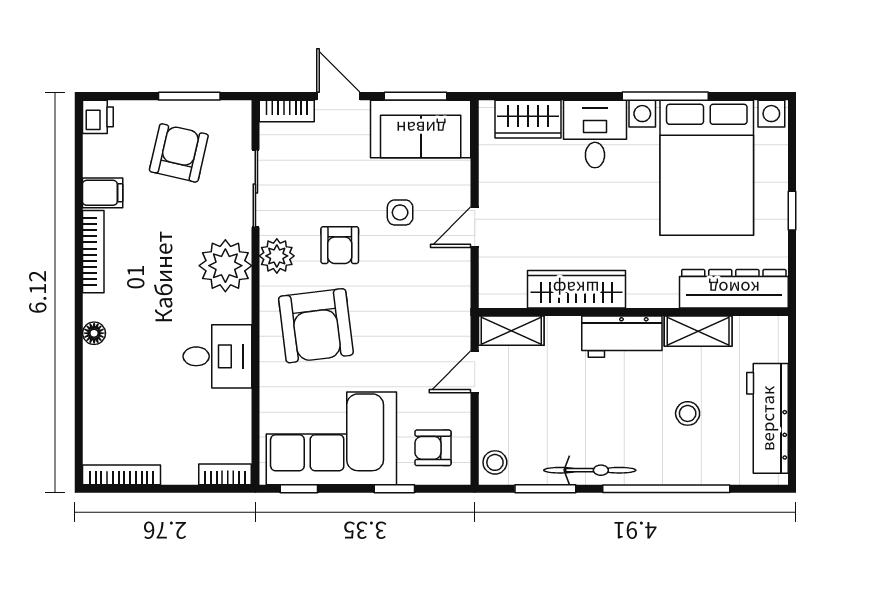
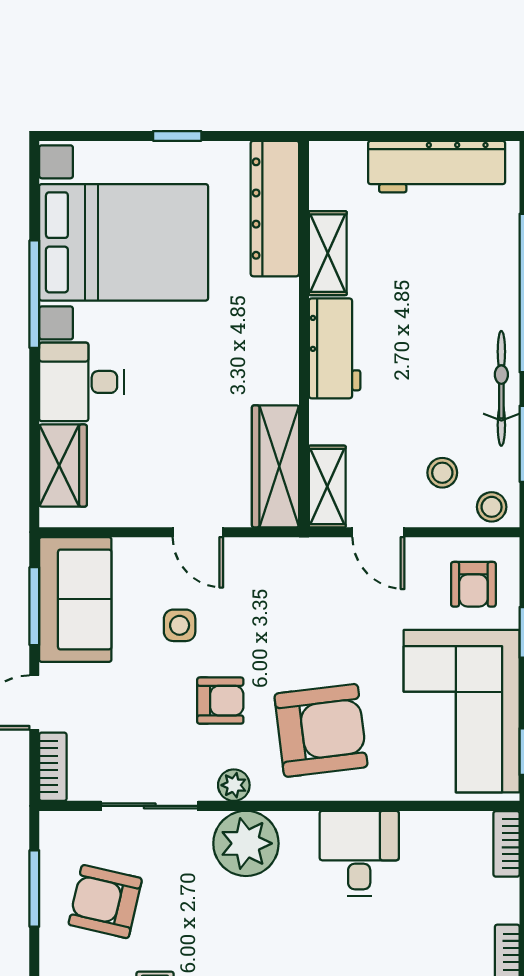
plant: (277, 256) -> (234, 785), width x0.73, depth x0.73
wardrobe: (576, 289) -> (275, 466), moved
stool: (688, 413) -> (442, 473), moved

